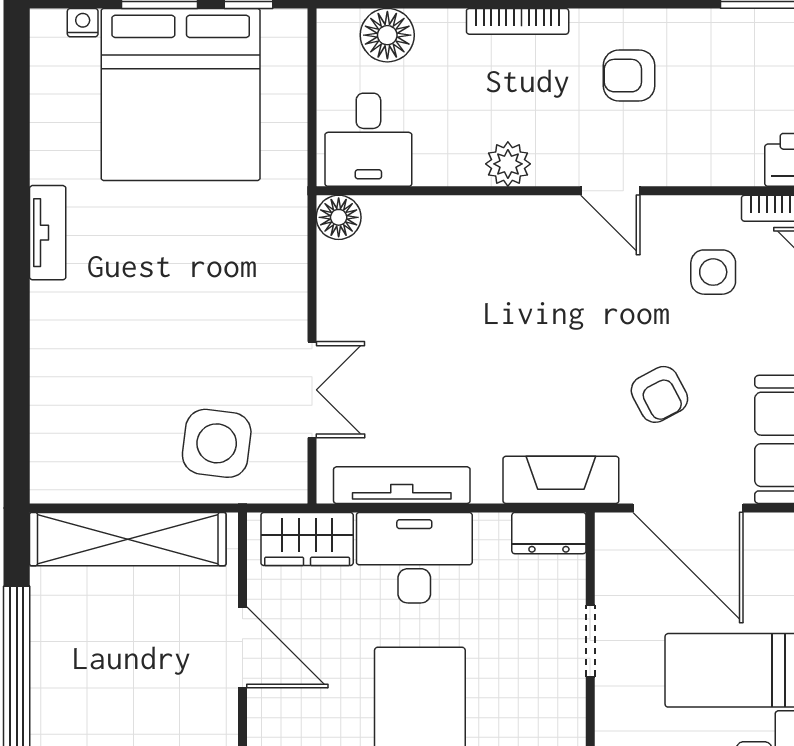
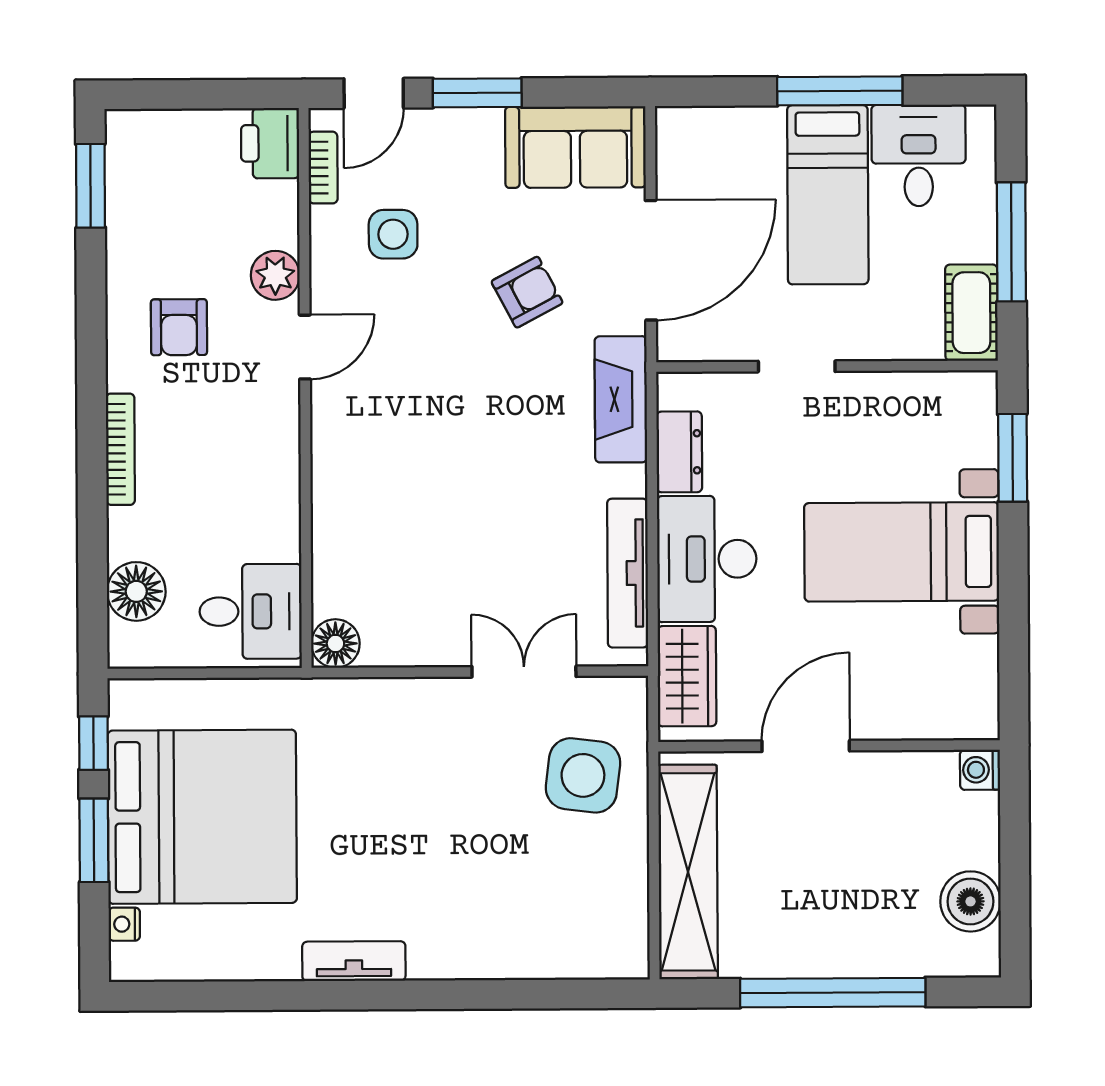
plant: (508, 164) -> (275, 275), moved
dresser: (549, 533) -> (679, 452), moved

